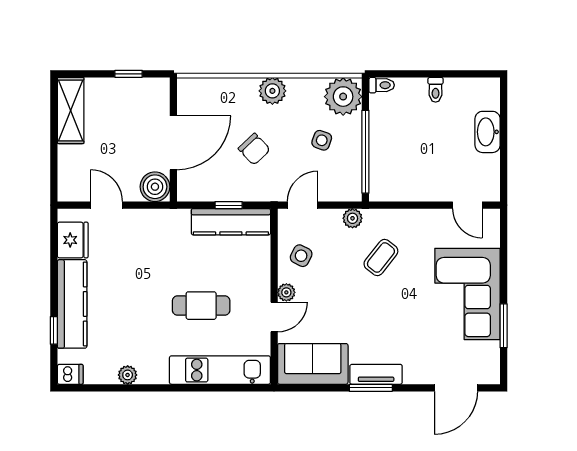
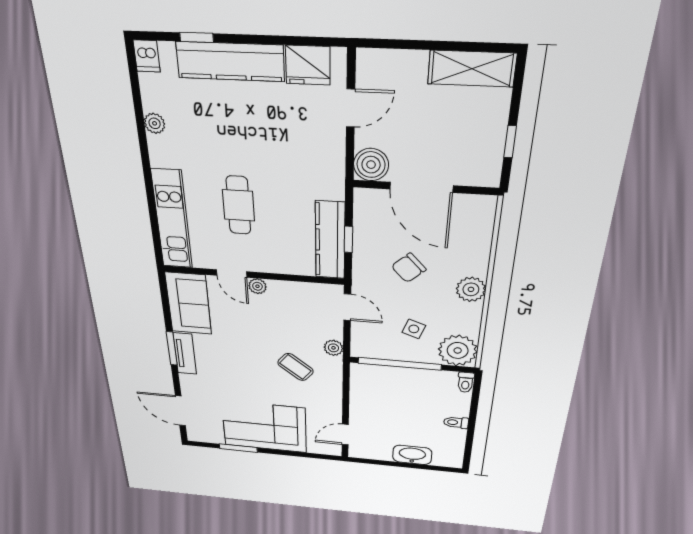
side table: (301, 256) -> (295, 302), removed

